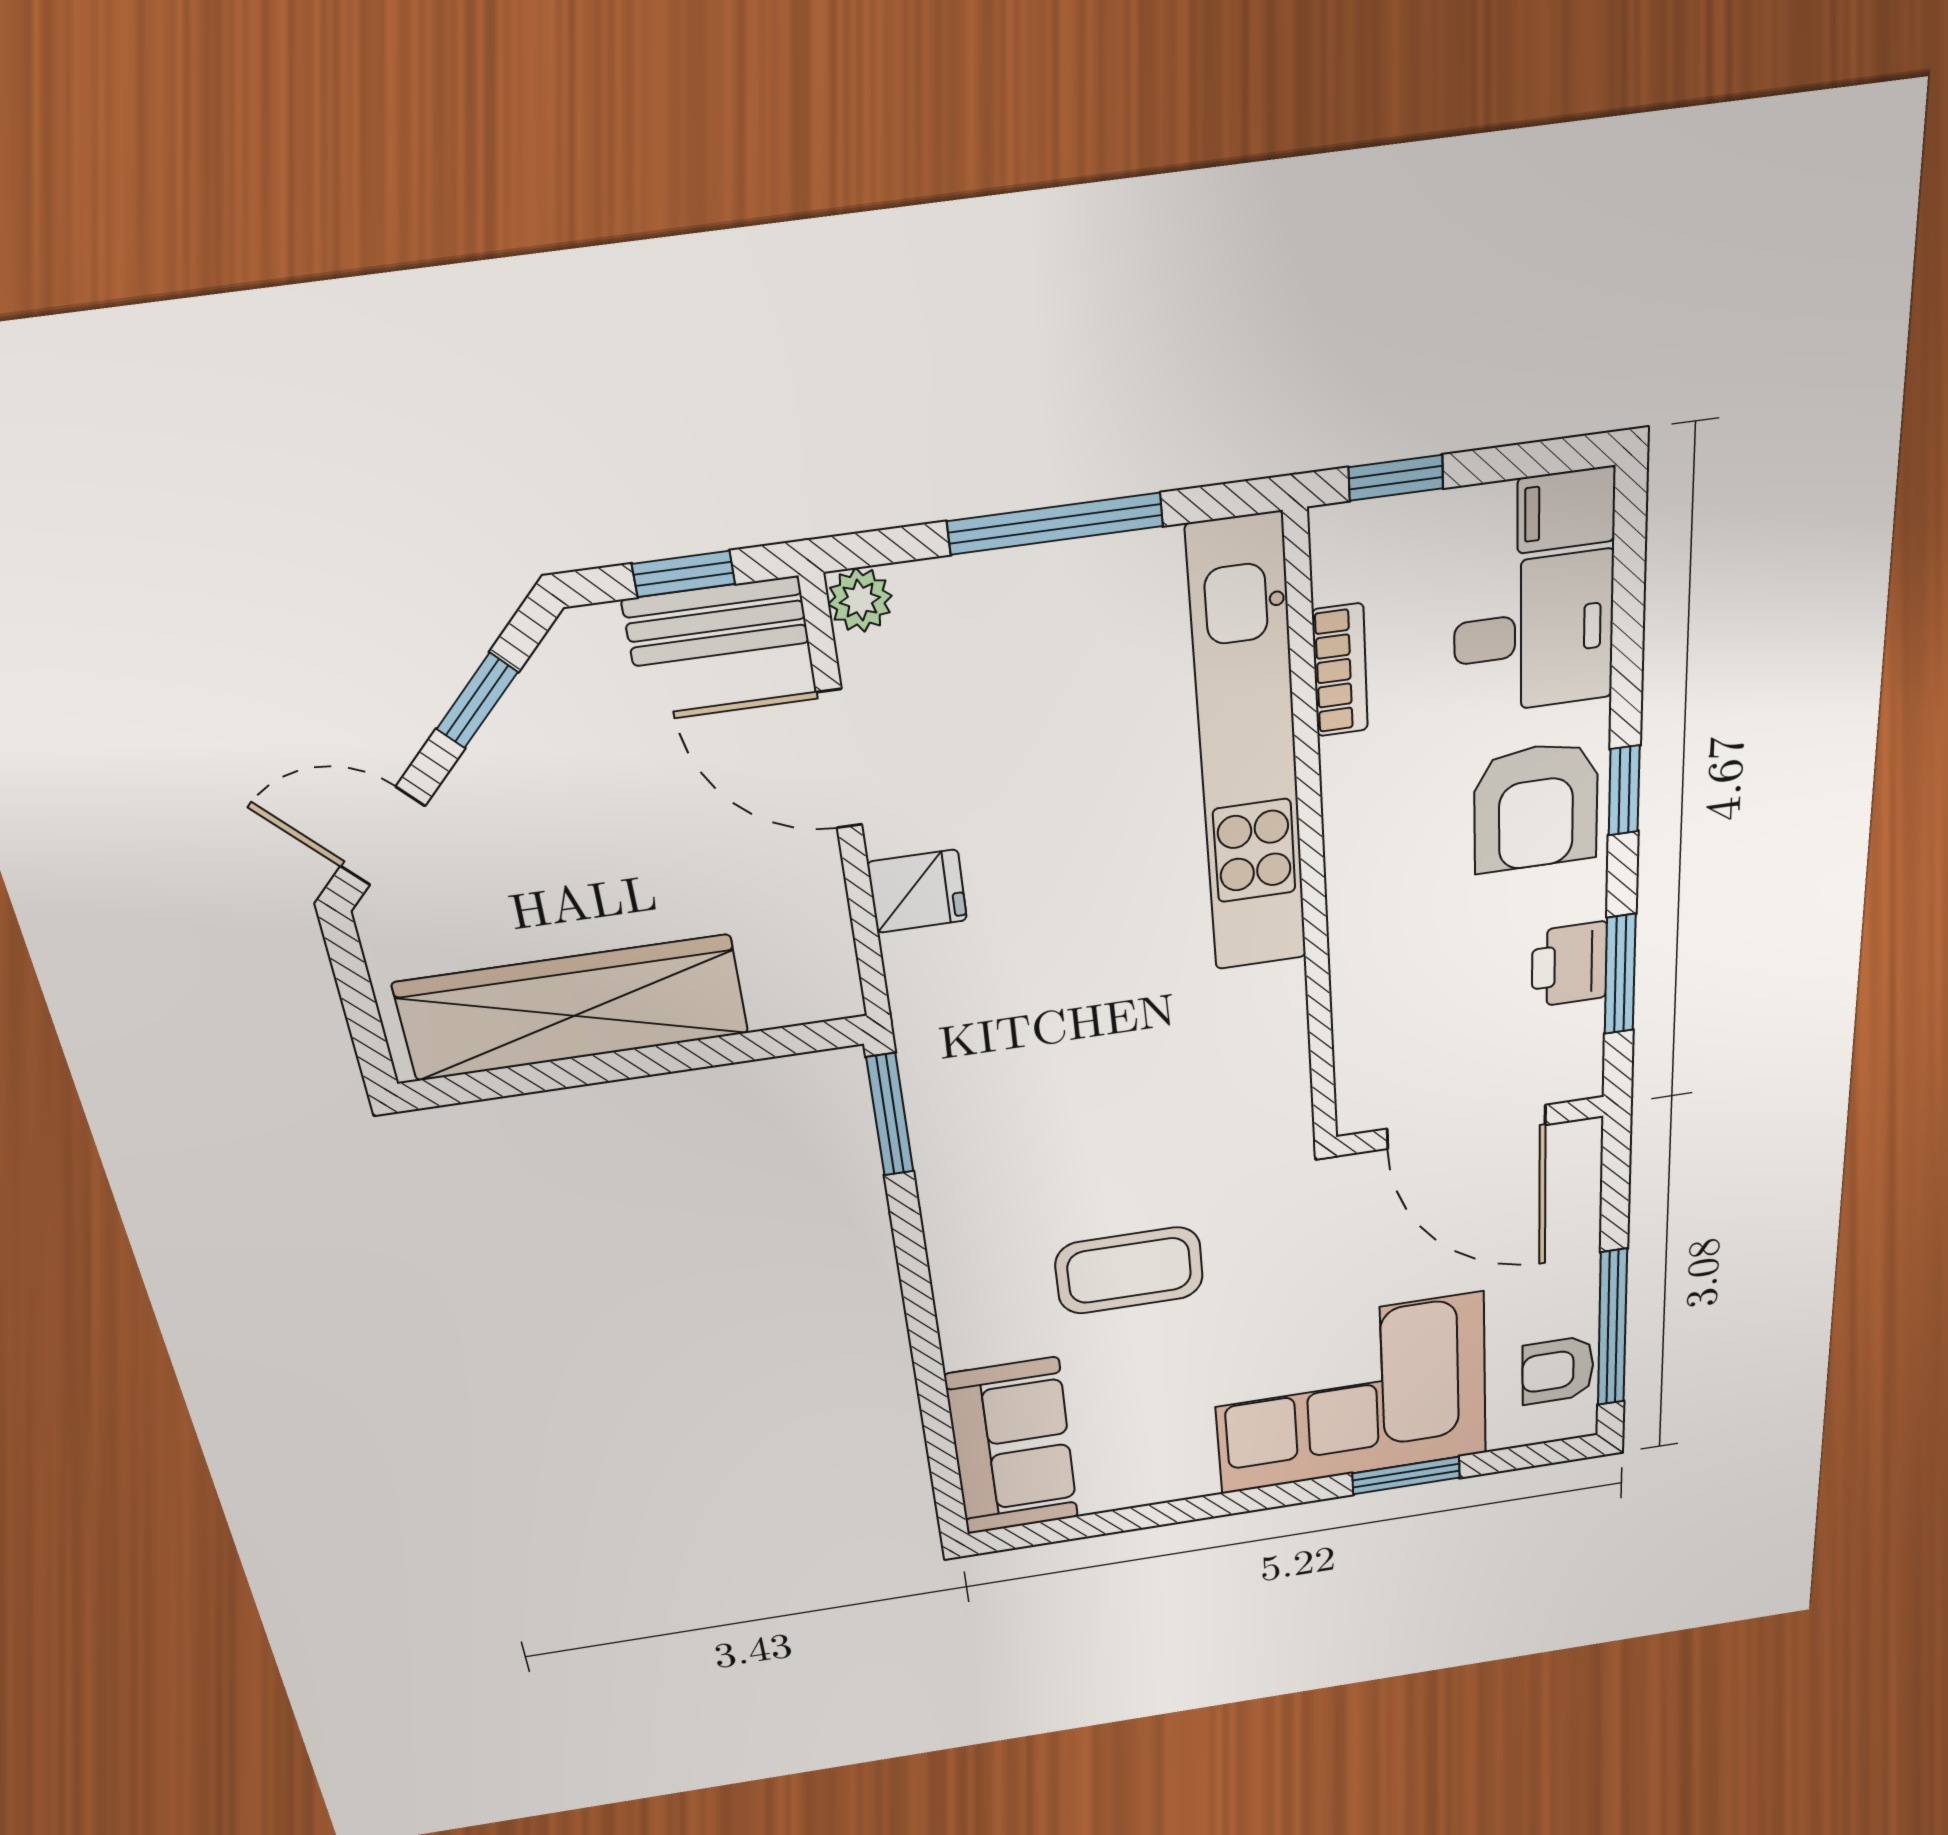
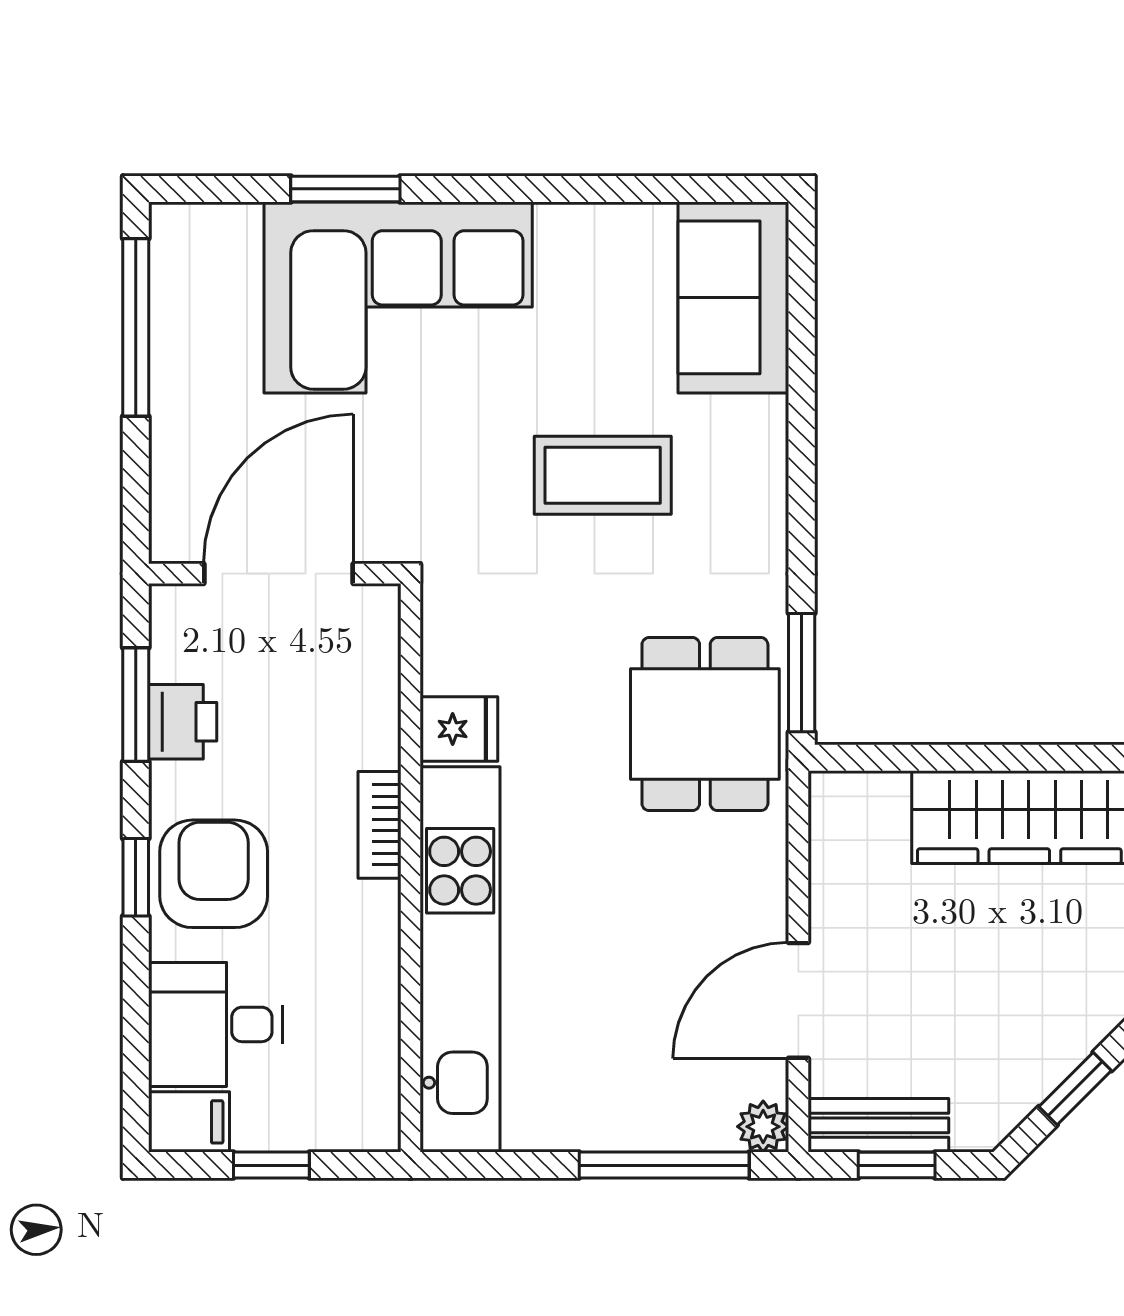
window: (1396, 478) -> (271, 1165), moved
window: (1055, 524) -> (664, 1165), moved
bookcase: (1340, 670) -> (379, 825), moved
door: (839, 759) -> (798, 1000), swing flipped
fridge: (917, 891) -> (459, 729), moved, turned 180
dining table: (991, 1047) -> (705, 724), added
door: (1466, 1127) -> (278, 574), hinge flipped
armchair: (1558, 1370) -> (190, 288), removed

